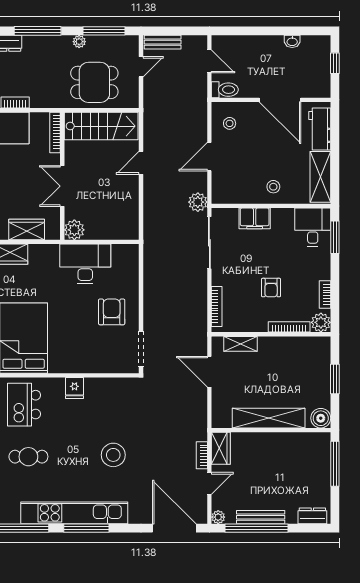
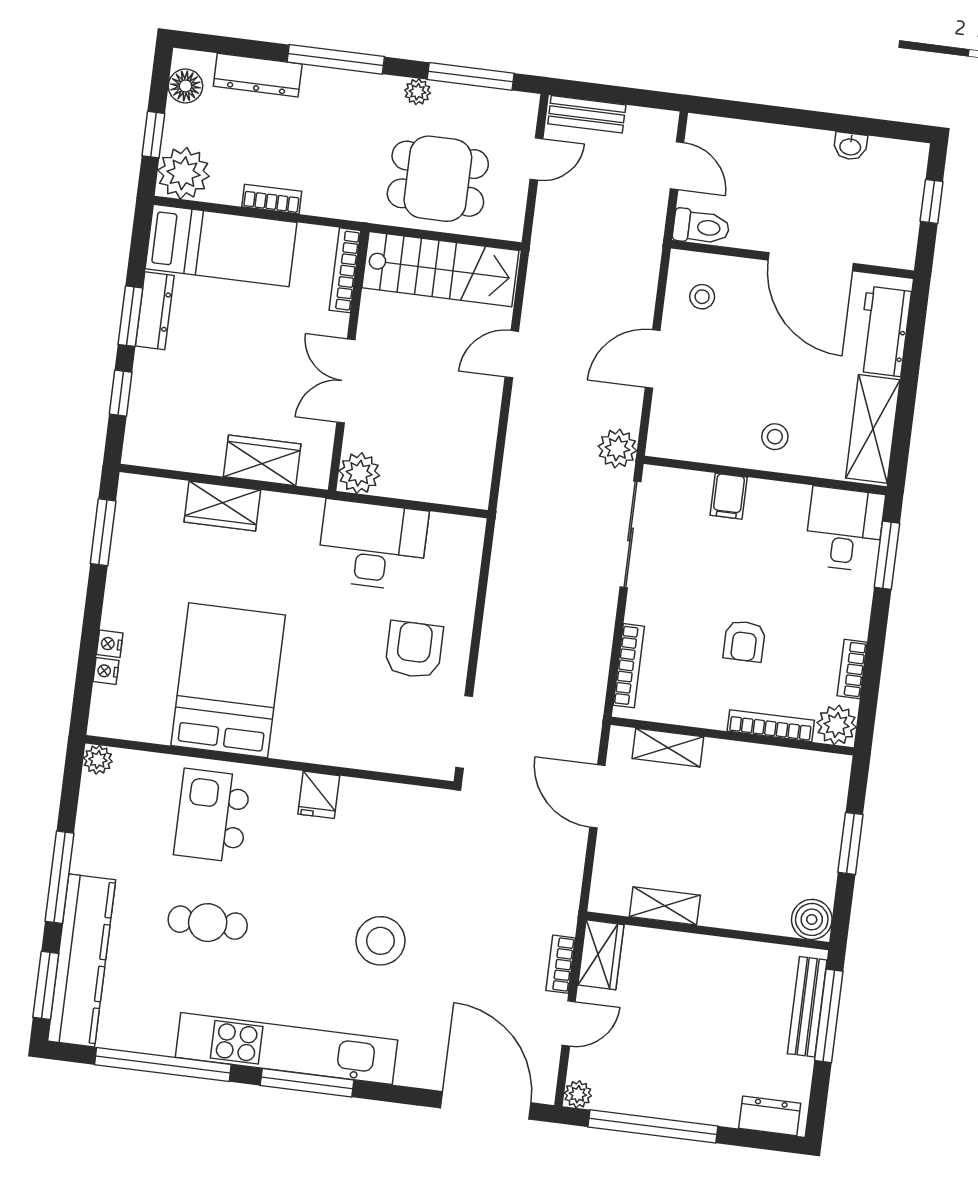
filing cabinet: (255, 218) -> (729, 496), width x0.50
shelving: (269, 418) -> (665, 906), width x0.45, depth x0.75
bench: (261, 517) -> (807, 1007), moved, turned 90

